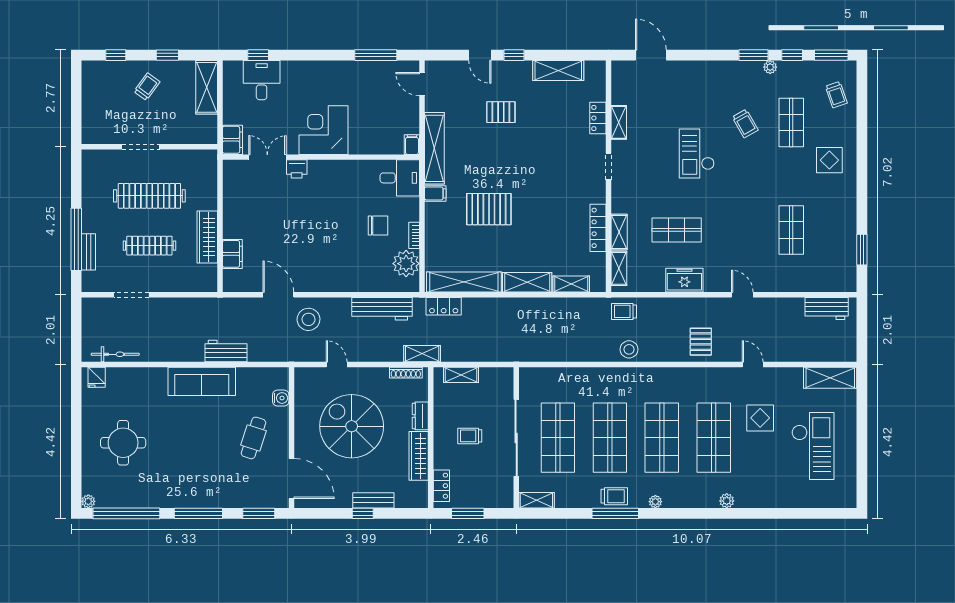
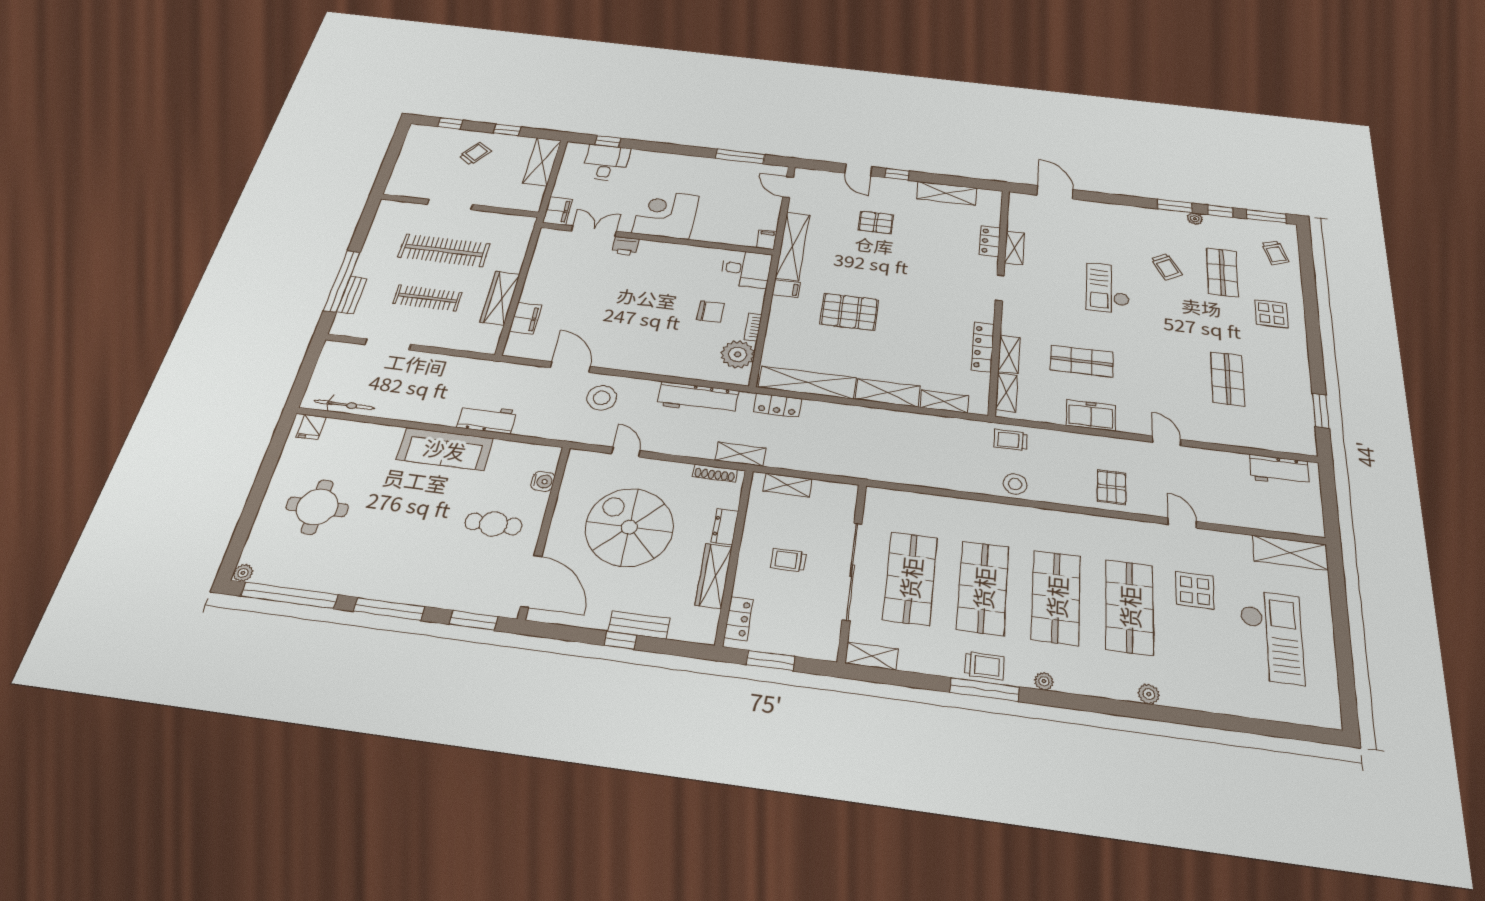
cafe table: (253, 438) -> (493, 524), turned 72

